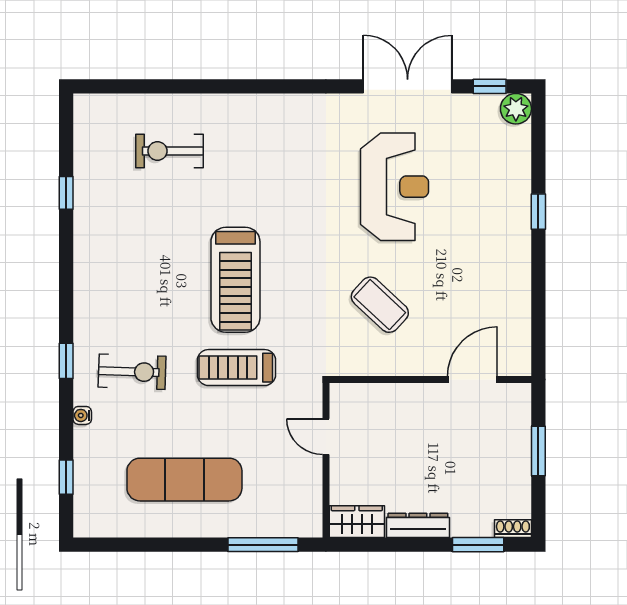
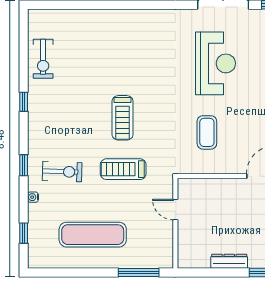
exercise bike: (170, 151) -> (43, 59), moved, turned -90
window: (66, 193) -> (24, 102), moved
treadmill: (235, 280) -> (123, 118), width x0.73, depth x0.73
coffee table: (380, 305) -> (207, 132), turned 47
wardrobe: (357, 522) -> (193, 259), removed

